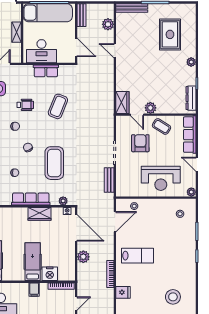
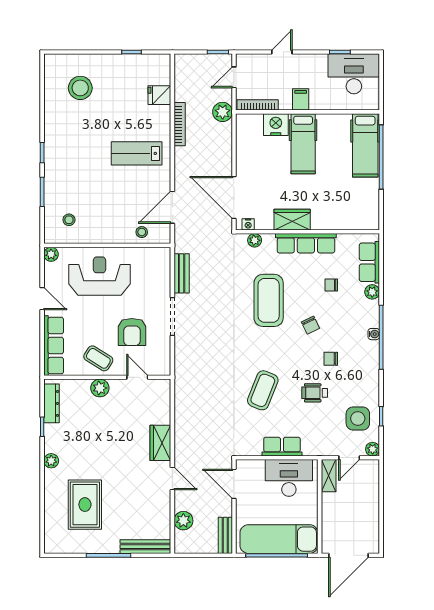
shelving: (16, 32) -> (329, 476), moved
wardrobe: (122, 102) -> (160, 443), moved
plant: (150, 108) -> (100, 388), moved
plant: (83, 257) -> (223, 112), moved

